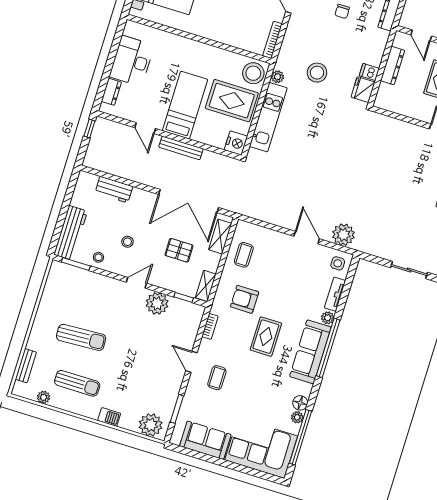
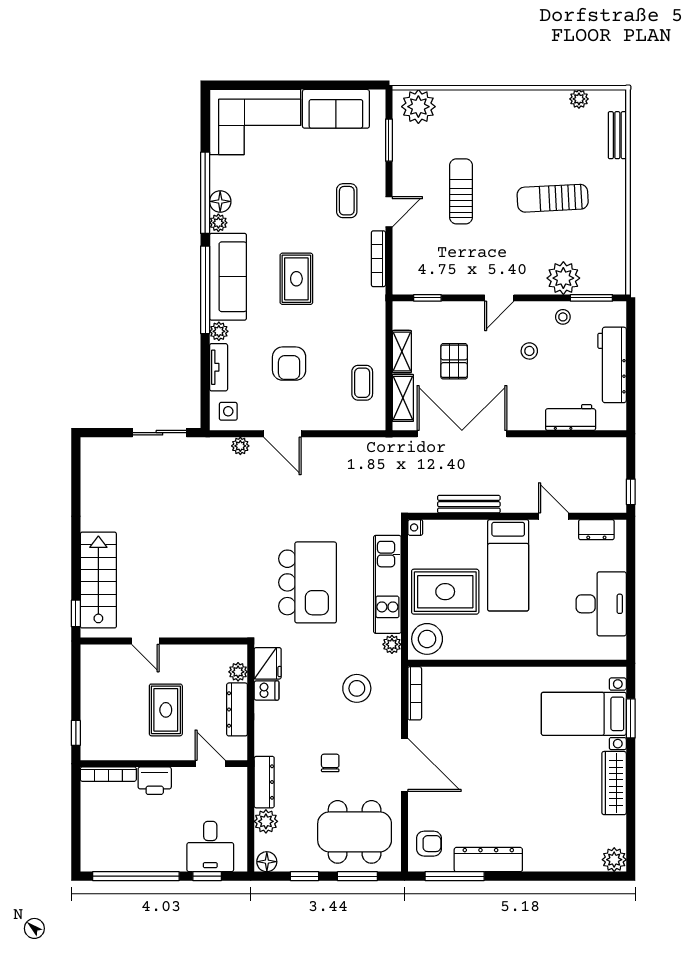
stool: (317, 73) -> (357, 688), moved
plant: (384, 90) -> (238, 672), added
dresser: (111, 92) -> (596, 530), moved, turned -90
kitchen island: (320, 135) -> (308, 582), added
nightstand: (236, 143) -> (415, 527), width x0.53, depth x0.56
bench: (181, 148) -> (469, 504), moved
workbench: (71, 233) -> (612, 365), moved
plant: (343, 235) -> (240, 446), width x0.53, depth x0.53
pallet: (179, 250) -> (454, 361), turned 90
sliding door: (409, 270) -> (159, 433), moved
shelving: (206, 286) -> (402, 352), moved
armchair: (245, 299) -> (289, 364), moved, turned 90
plant: (157, 303) -> (563, 278), moved
bookcase: (210, 326) -> (378, 259), width x1.56
door: (191, 362) -> (389, 212), hinge flipped
sun lounger: (77, 383) -> (461, 191), moved, turned 90
barbecue: (109, 417) -> (479, 100), removed
plant: (297, 417) -> (218, 223), moved
window: (300, 437) -> (205, 193), moved

